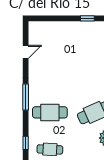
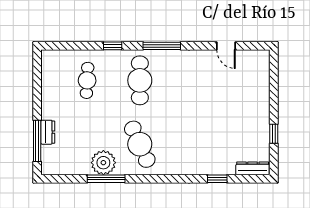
window: (26, 143) -> (113, 46), moved

